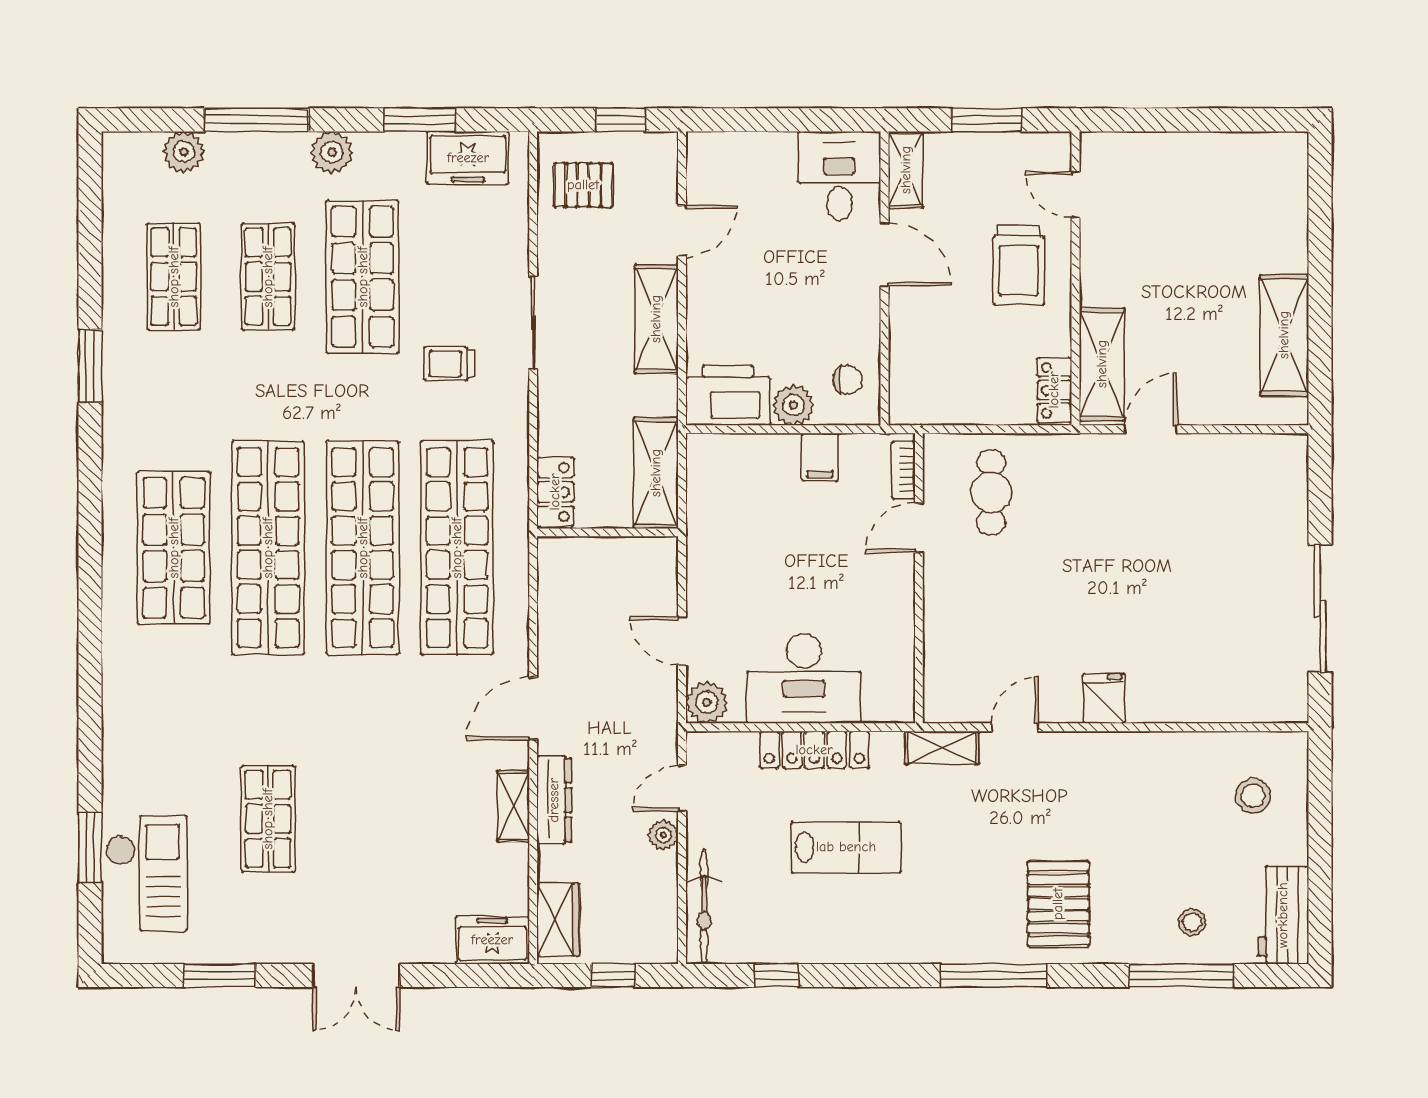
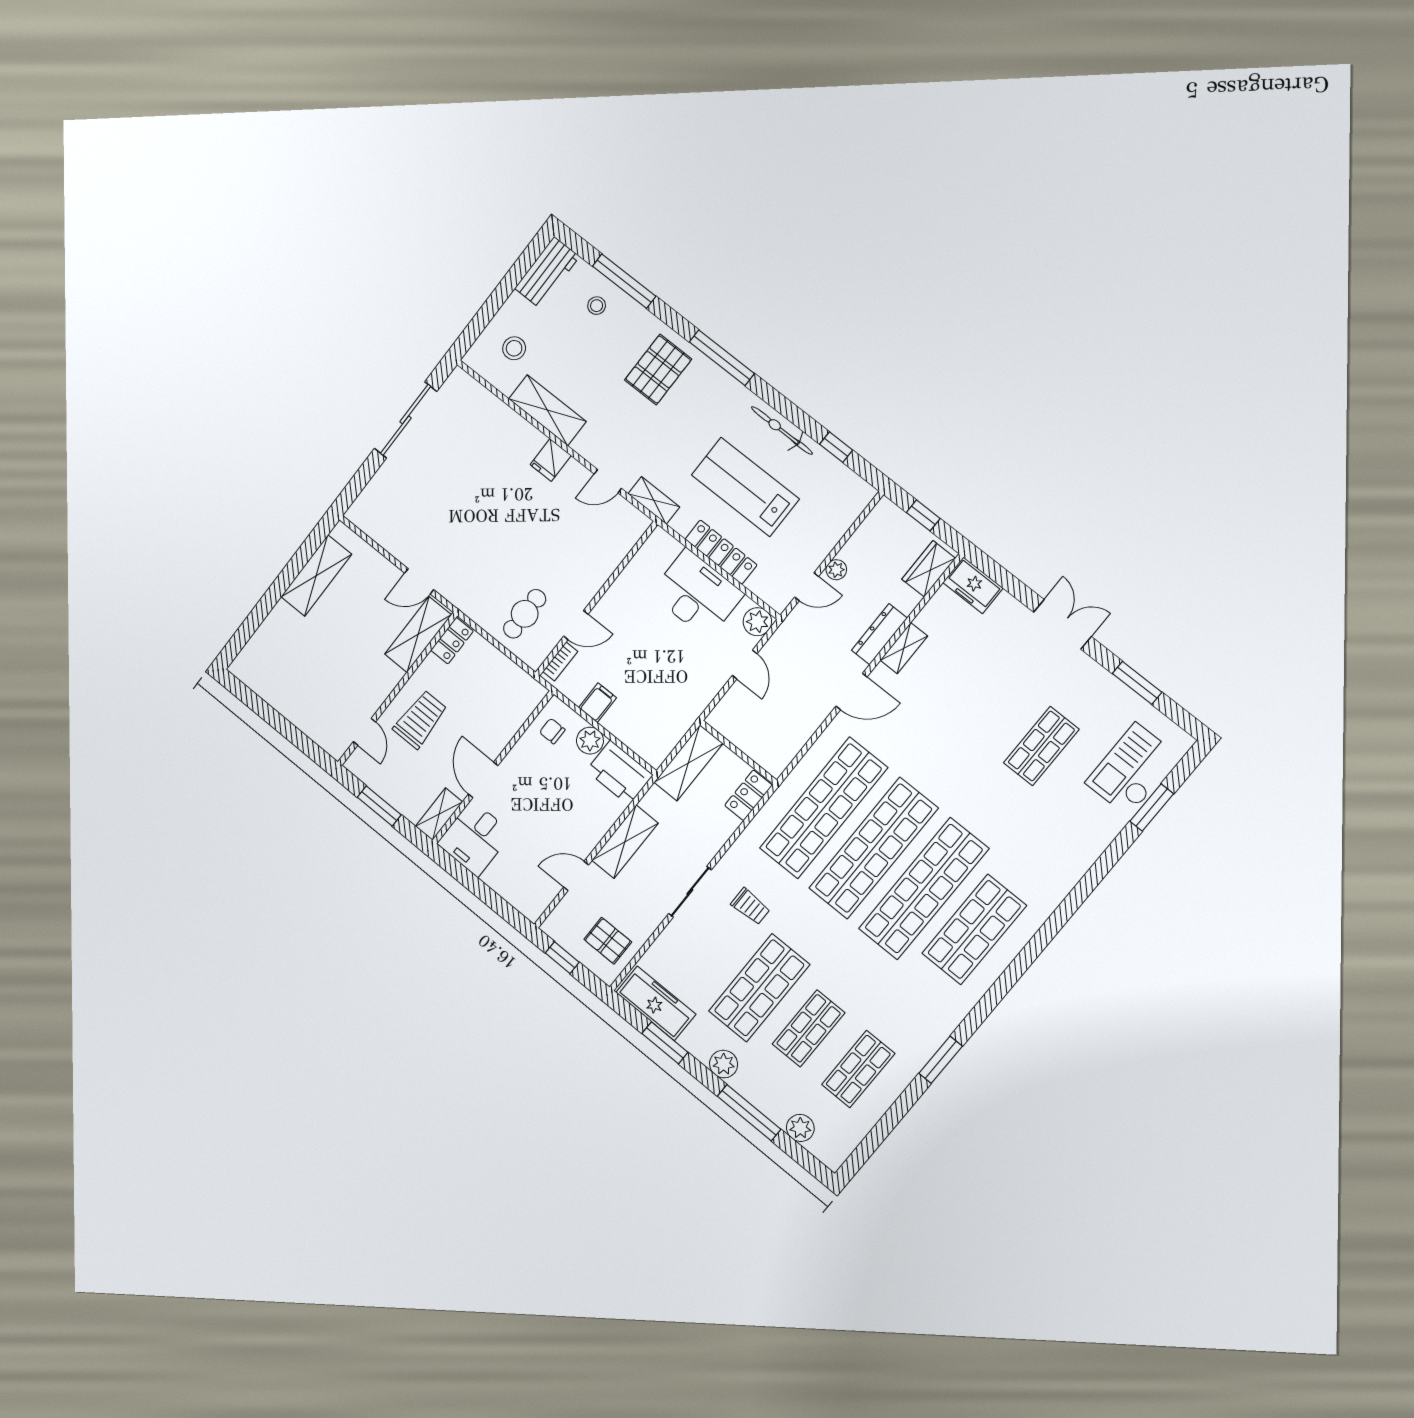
freezer: (468, 158) -> (656, 1003), width x1.40
shelving: (1155, 754) -> (547, 410), added
lab bench: (846, 847) -> (745, 487), width x1.36, depth x1.39
bicycle: (704, 907) -> (782, 430), moved, turned -90

